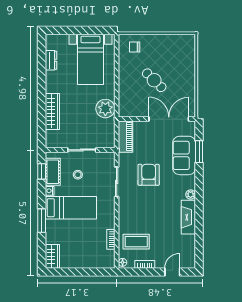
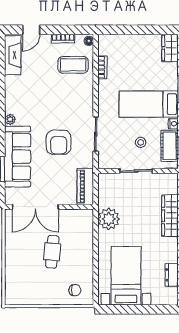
cafe table: (154, 80) -> (52, 252), turned 51
sofa: (184, 155) -> (18, 157), width x1.36
fireplace: (188, 217) -> (13, 55), moved

